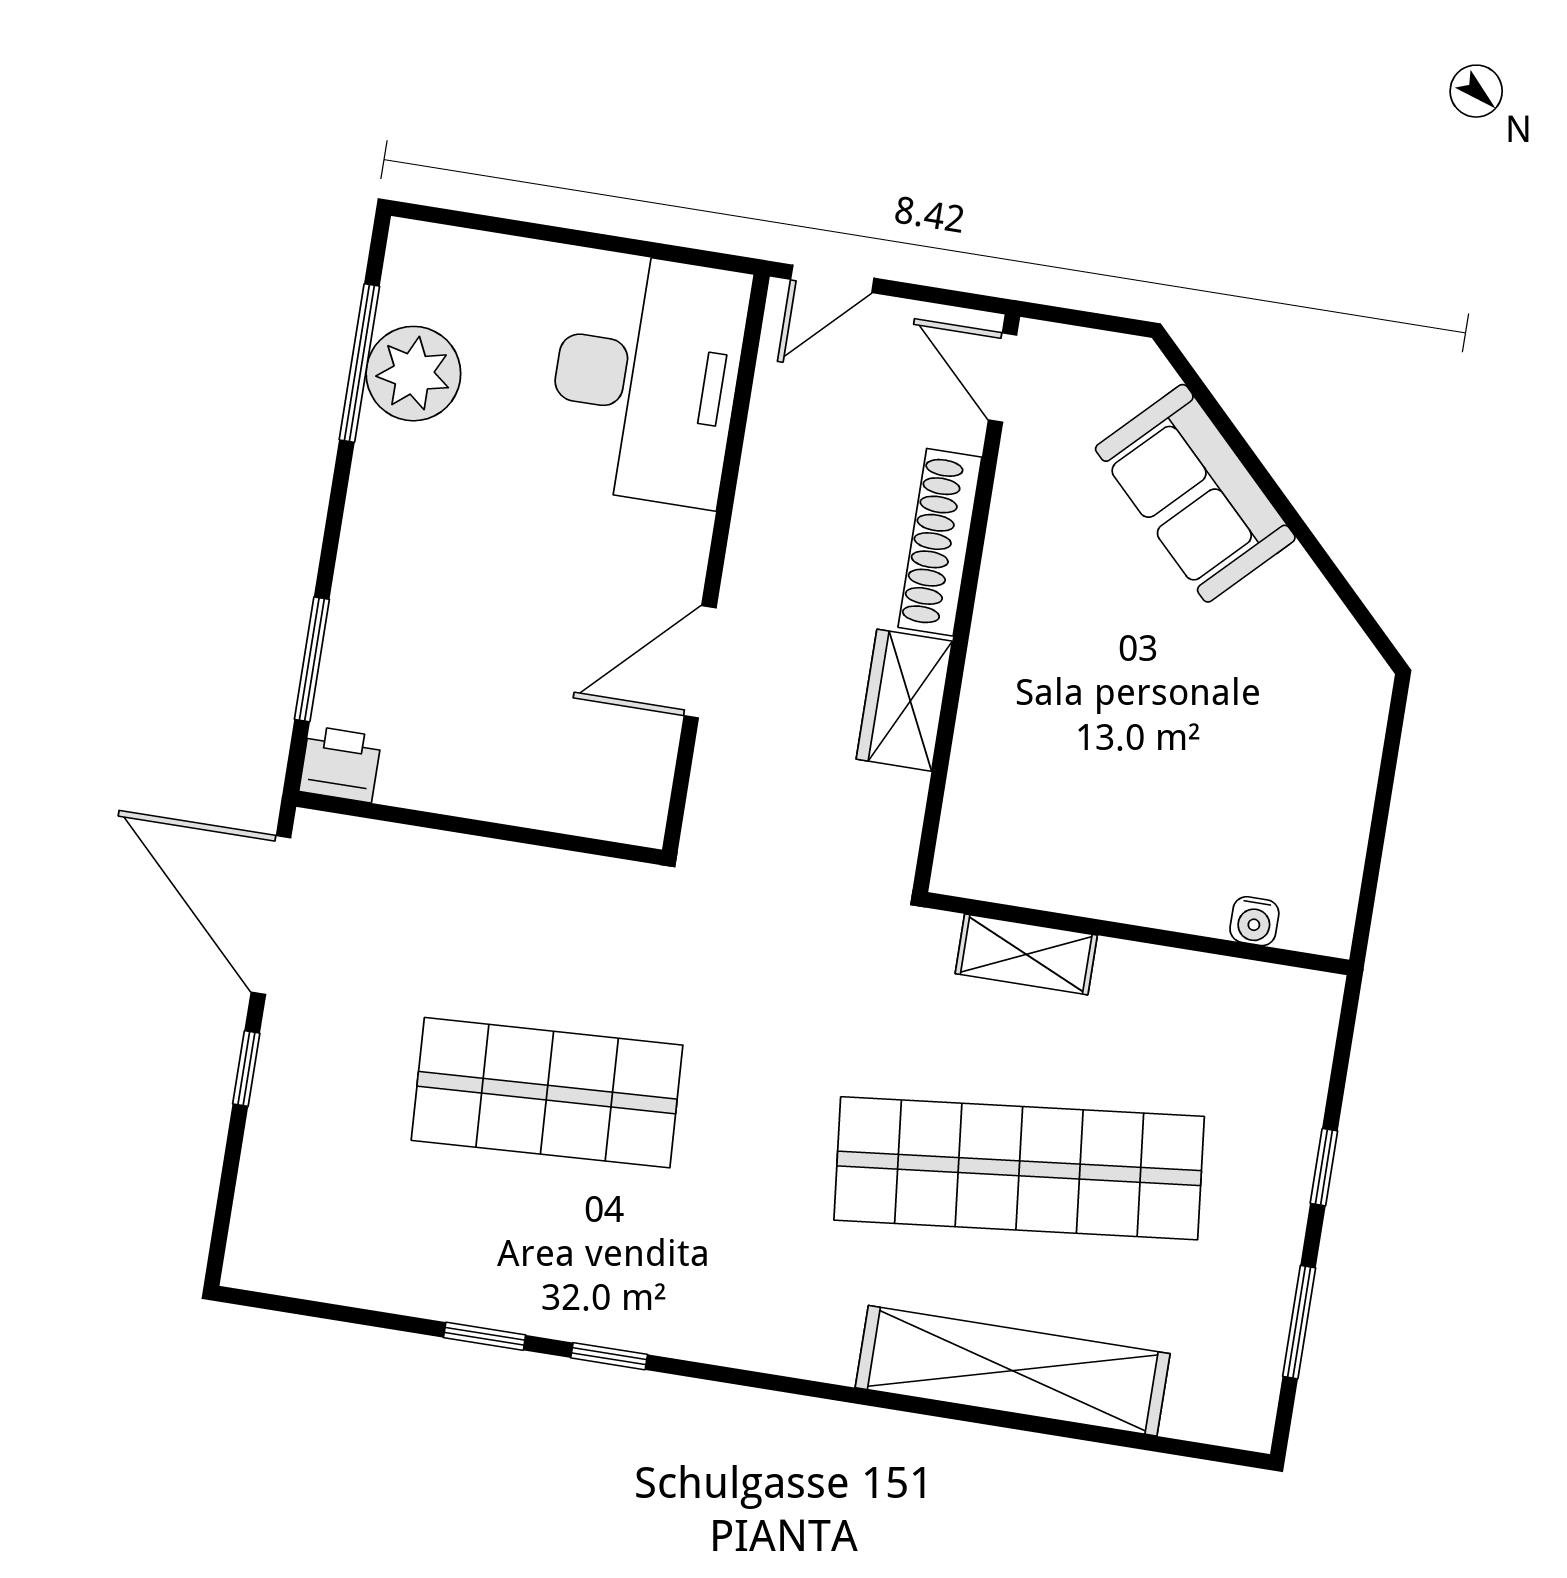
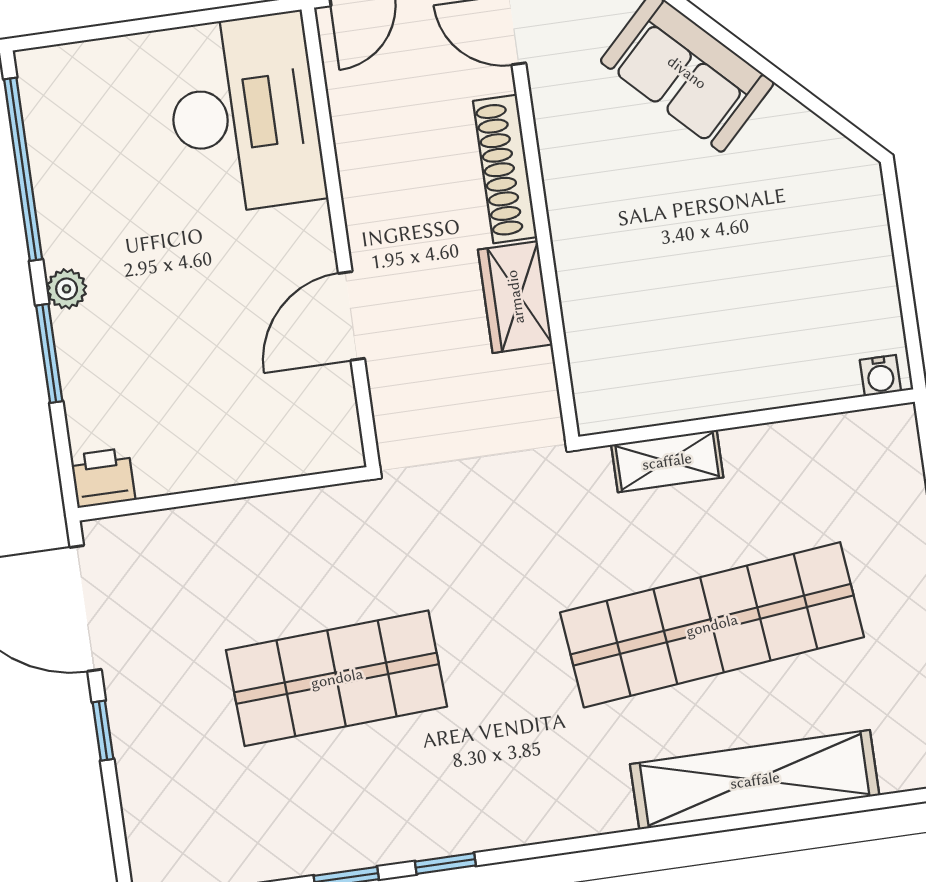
window: (359, 363) -> (23, 169), width x1.46
plant: (413, 374) -> (67, 289), moved, width x0.53, depth x0.53
window: (312, 659) -> (49, 353), moved
water cooler: (1254, 921) -> (880, 375), moved

